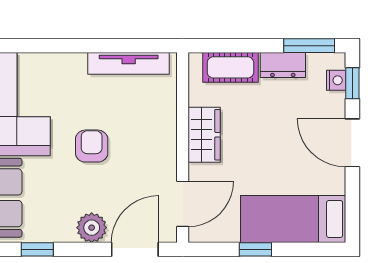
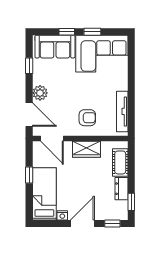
window: (309, 46) -> (131, 202), width x0.67
nightstand: (336, 80) -> (62, 215), moved
armchair: (92, 146) -> (87, 118), moved

